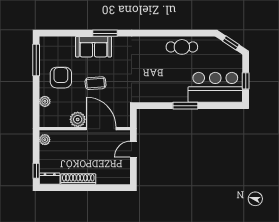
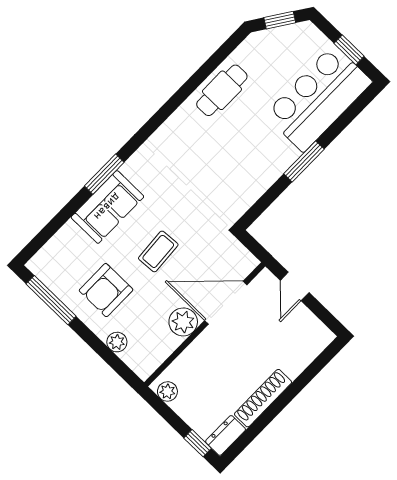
armchair: (61, 78) -> (106, 290), turned -90

